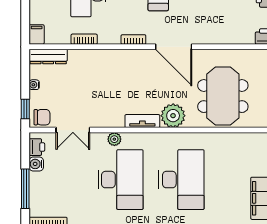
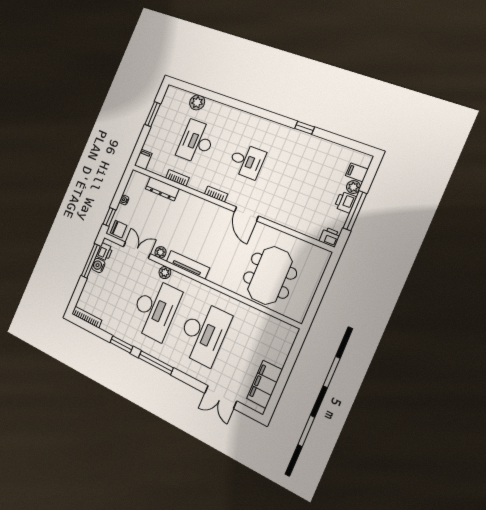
door: (174, 47) -> (246, 214), width x0.73
dresser: (48, 57) -> (162, 189), moved
plant: (173, 116) -> (160, 252), moved, width x0.53, depth x0.53
tv unit: (142, 121) -> (188, 265), width x1.41
double door: (73, 130) -> (137, 250), swing flipped
window: (25, 189) -> (91, 261), moved

